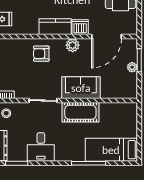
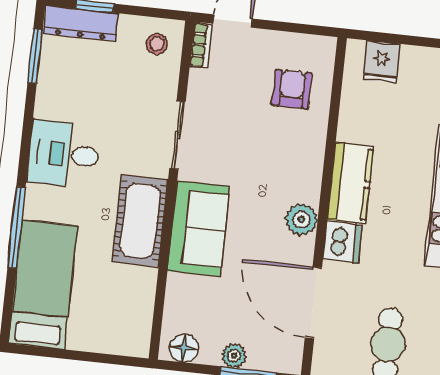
armchair: (41, 54) -> (292, 89), moved
floor lamp: (131, 88) -> (184, 348), added
desk: (41, 147) -> (64, 154), moved

